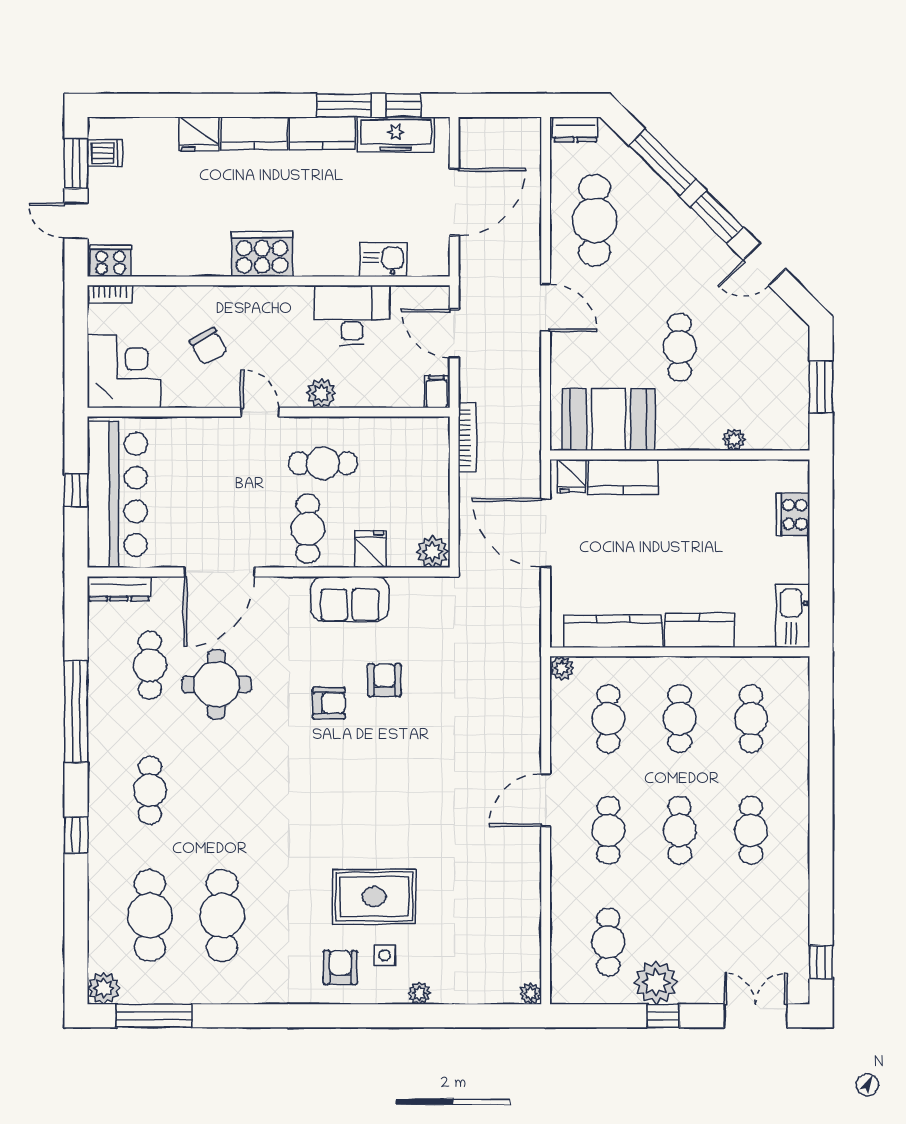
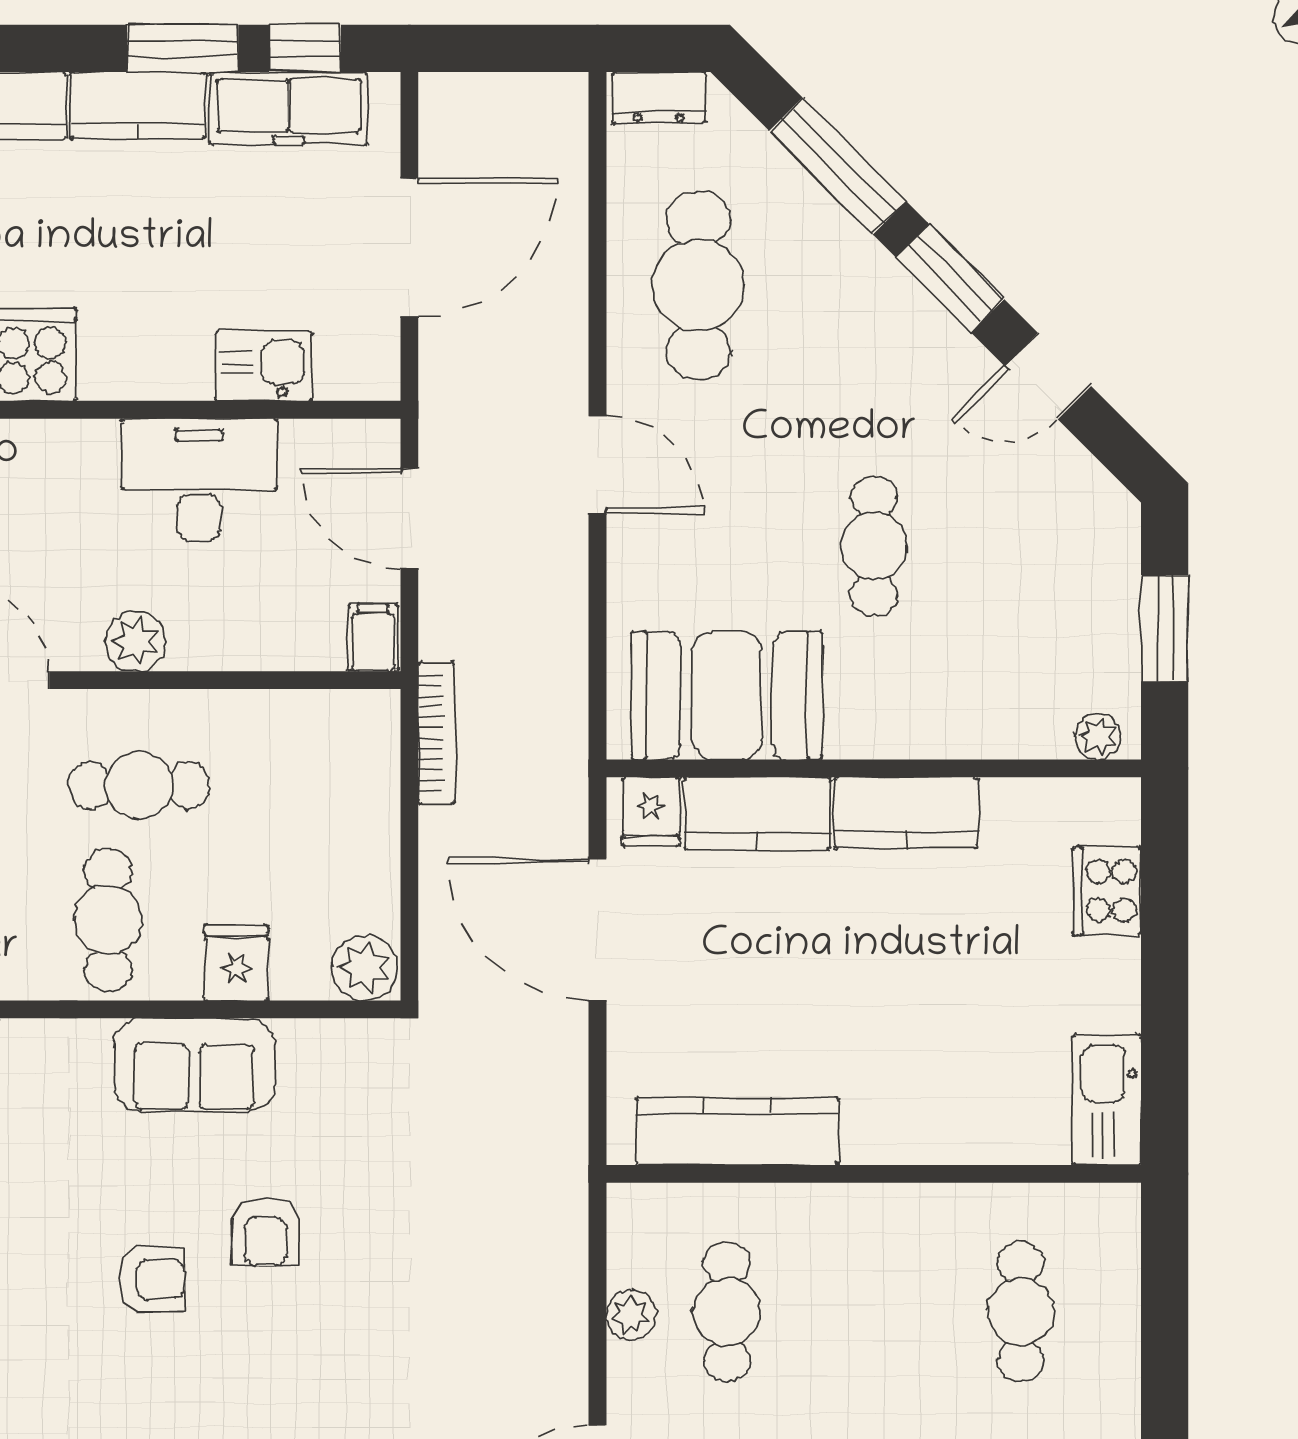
plant: (734, 439) -> (1098, 736), moved
kitchen counter: (700, 630) -> (907, 813), moved, turned 180
plant: (562, 668) -> (631, 1315), moved
armchair: (384, 680) -> (266, 1232), turned 180
cafe table: (680, 719) -> (874, 1311), removed

